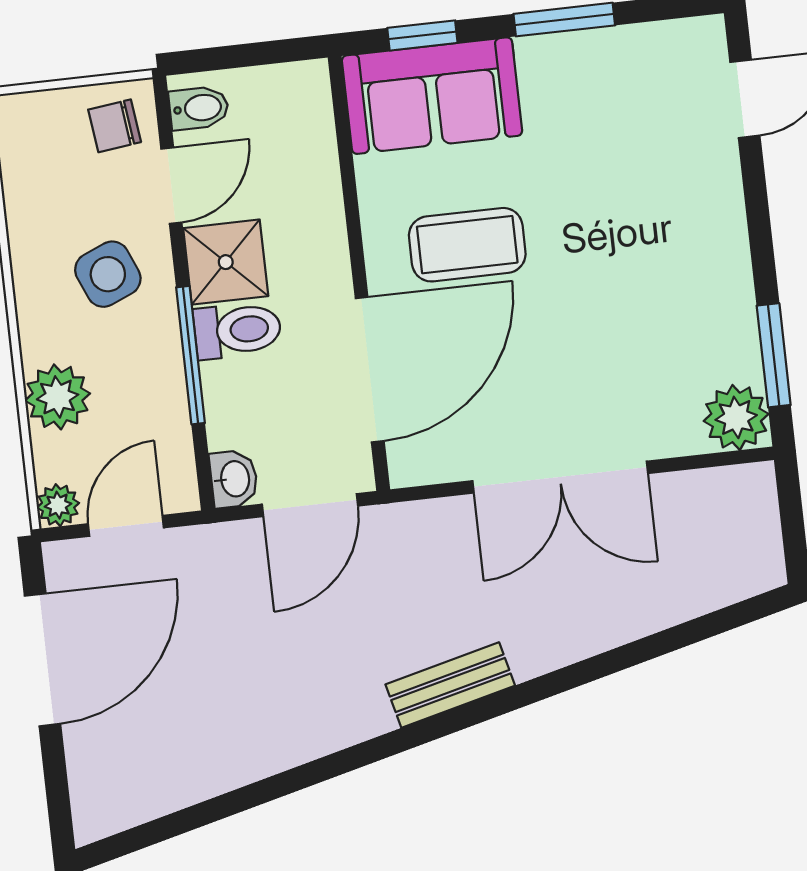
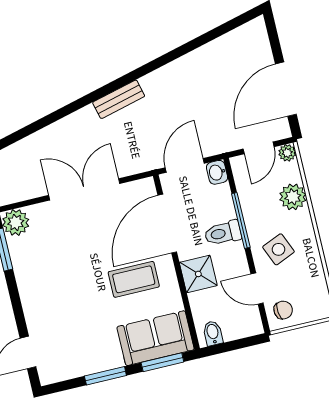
window: (422, 35) -> (162, 362), width x1.50
bidet: (199, 108) -> (213, 333), moved, turned 90
door: (171, 186) -> (257, 289), hinge flipped
shower: (226, 262) -> (198, 274), moved

